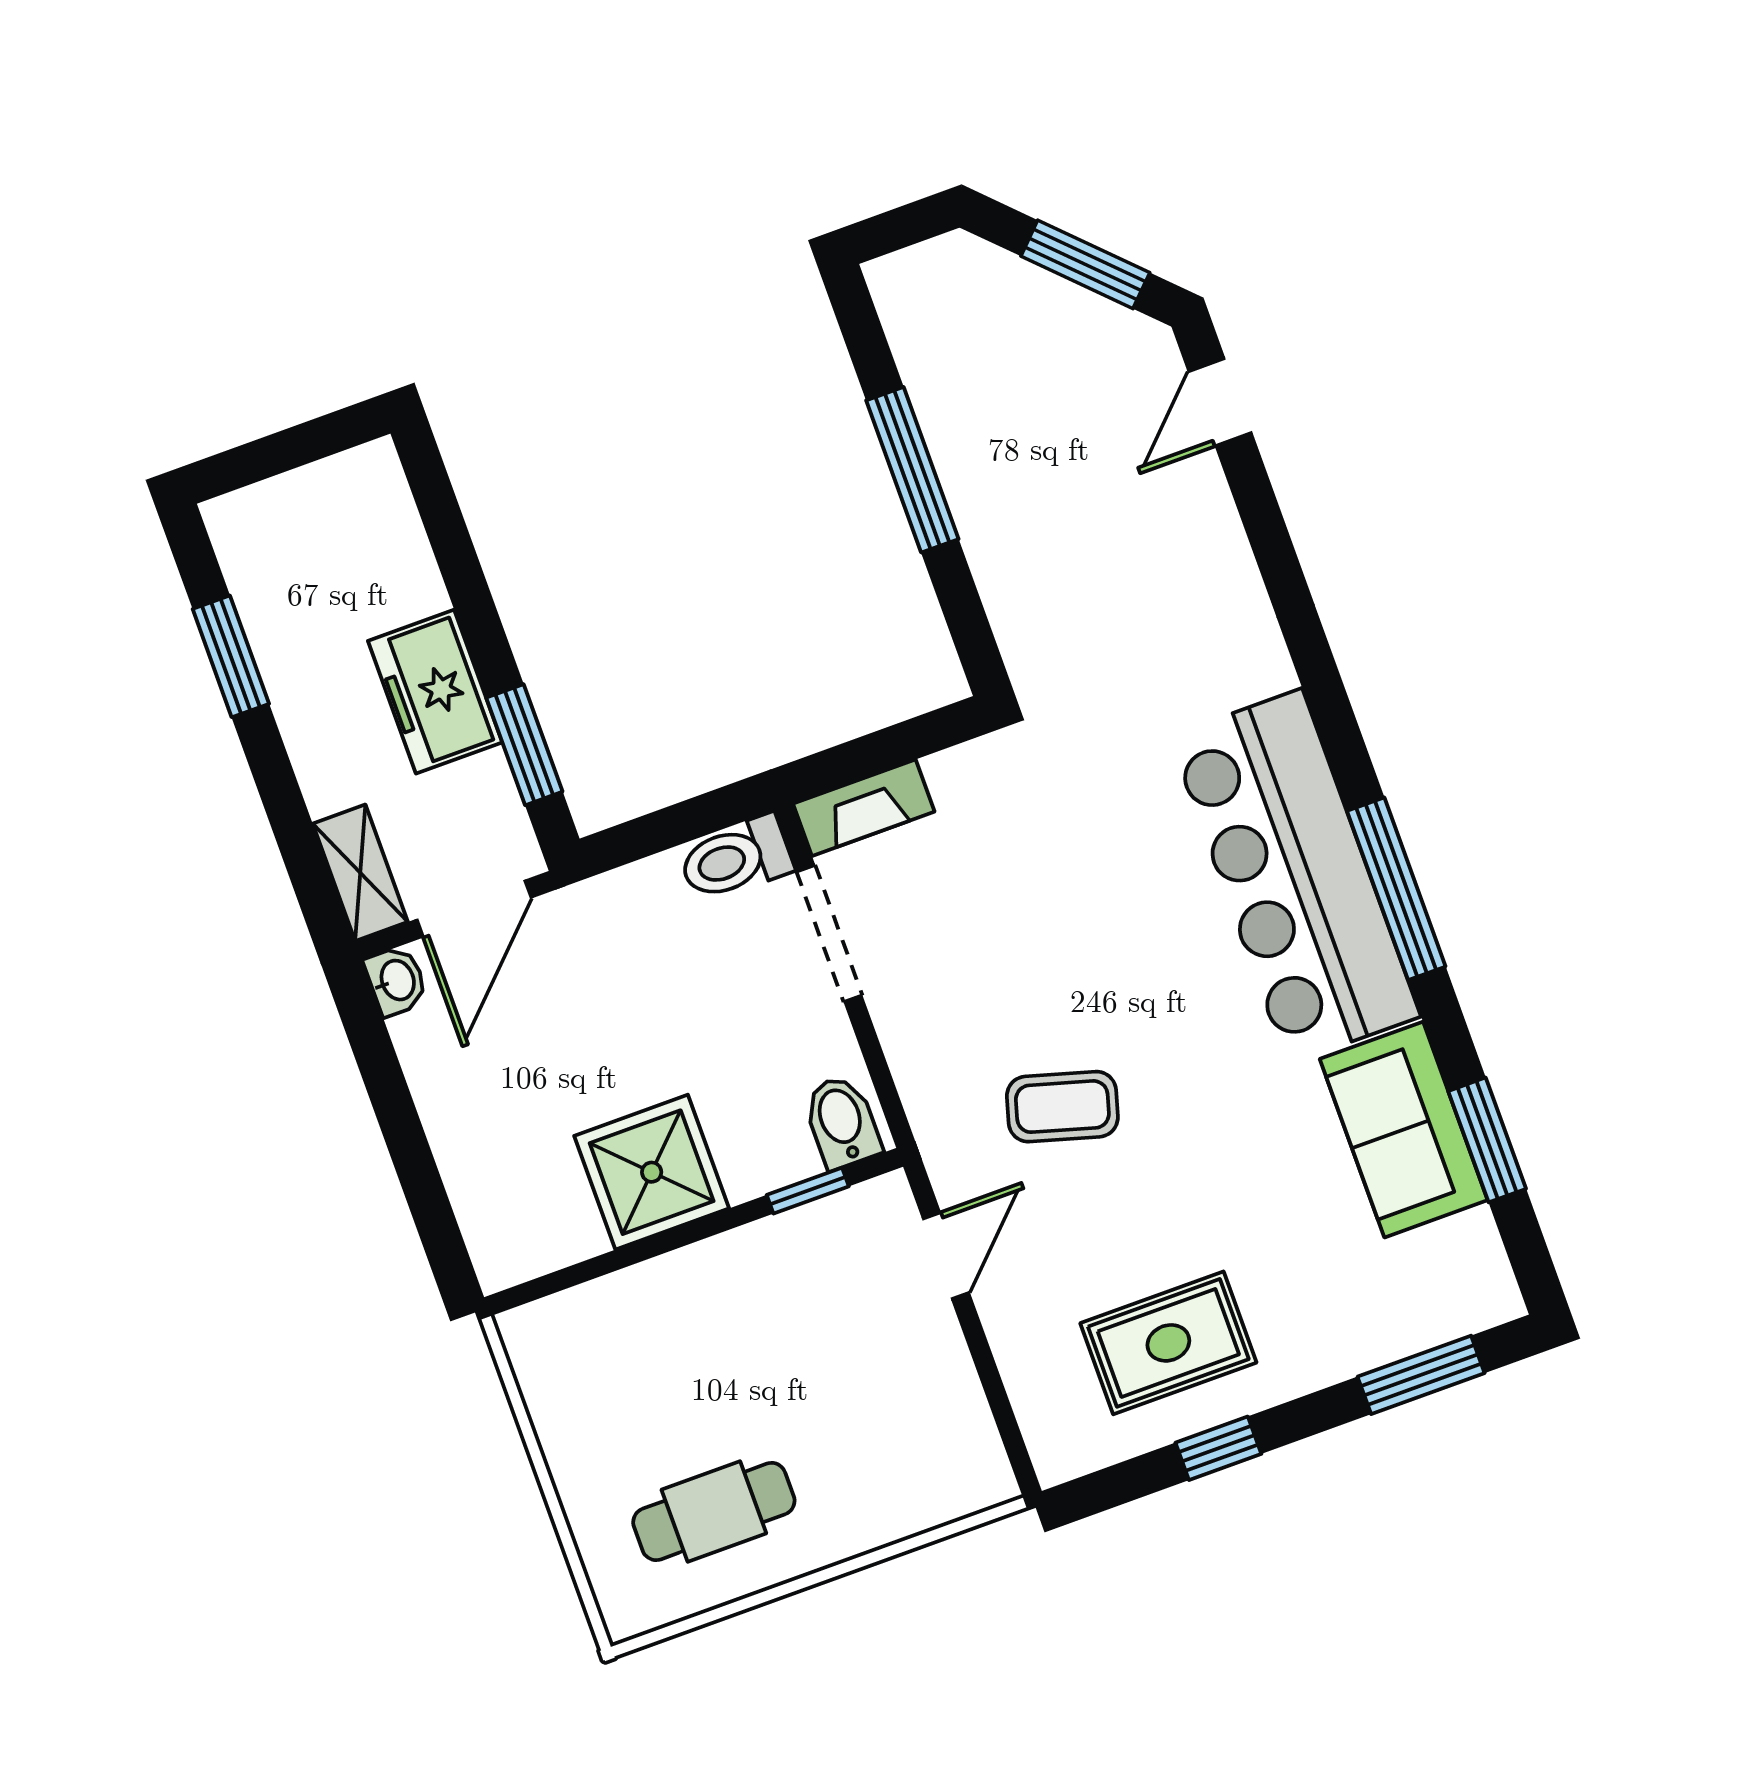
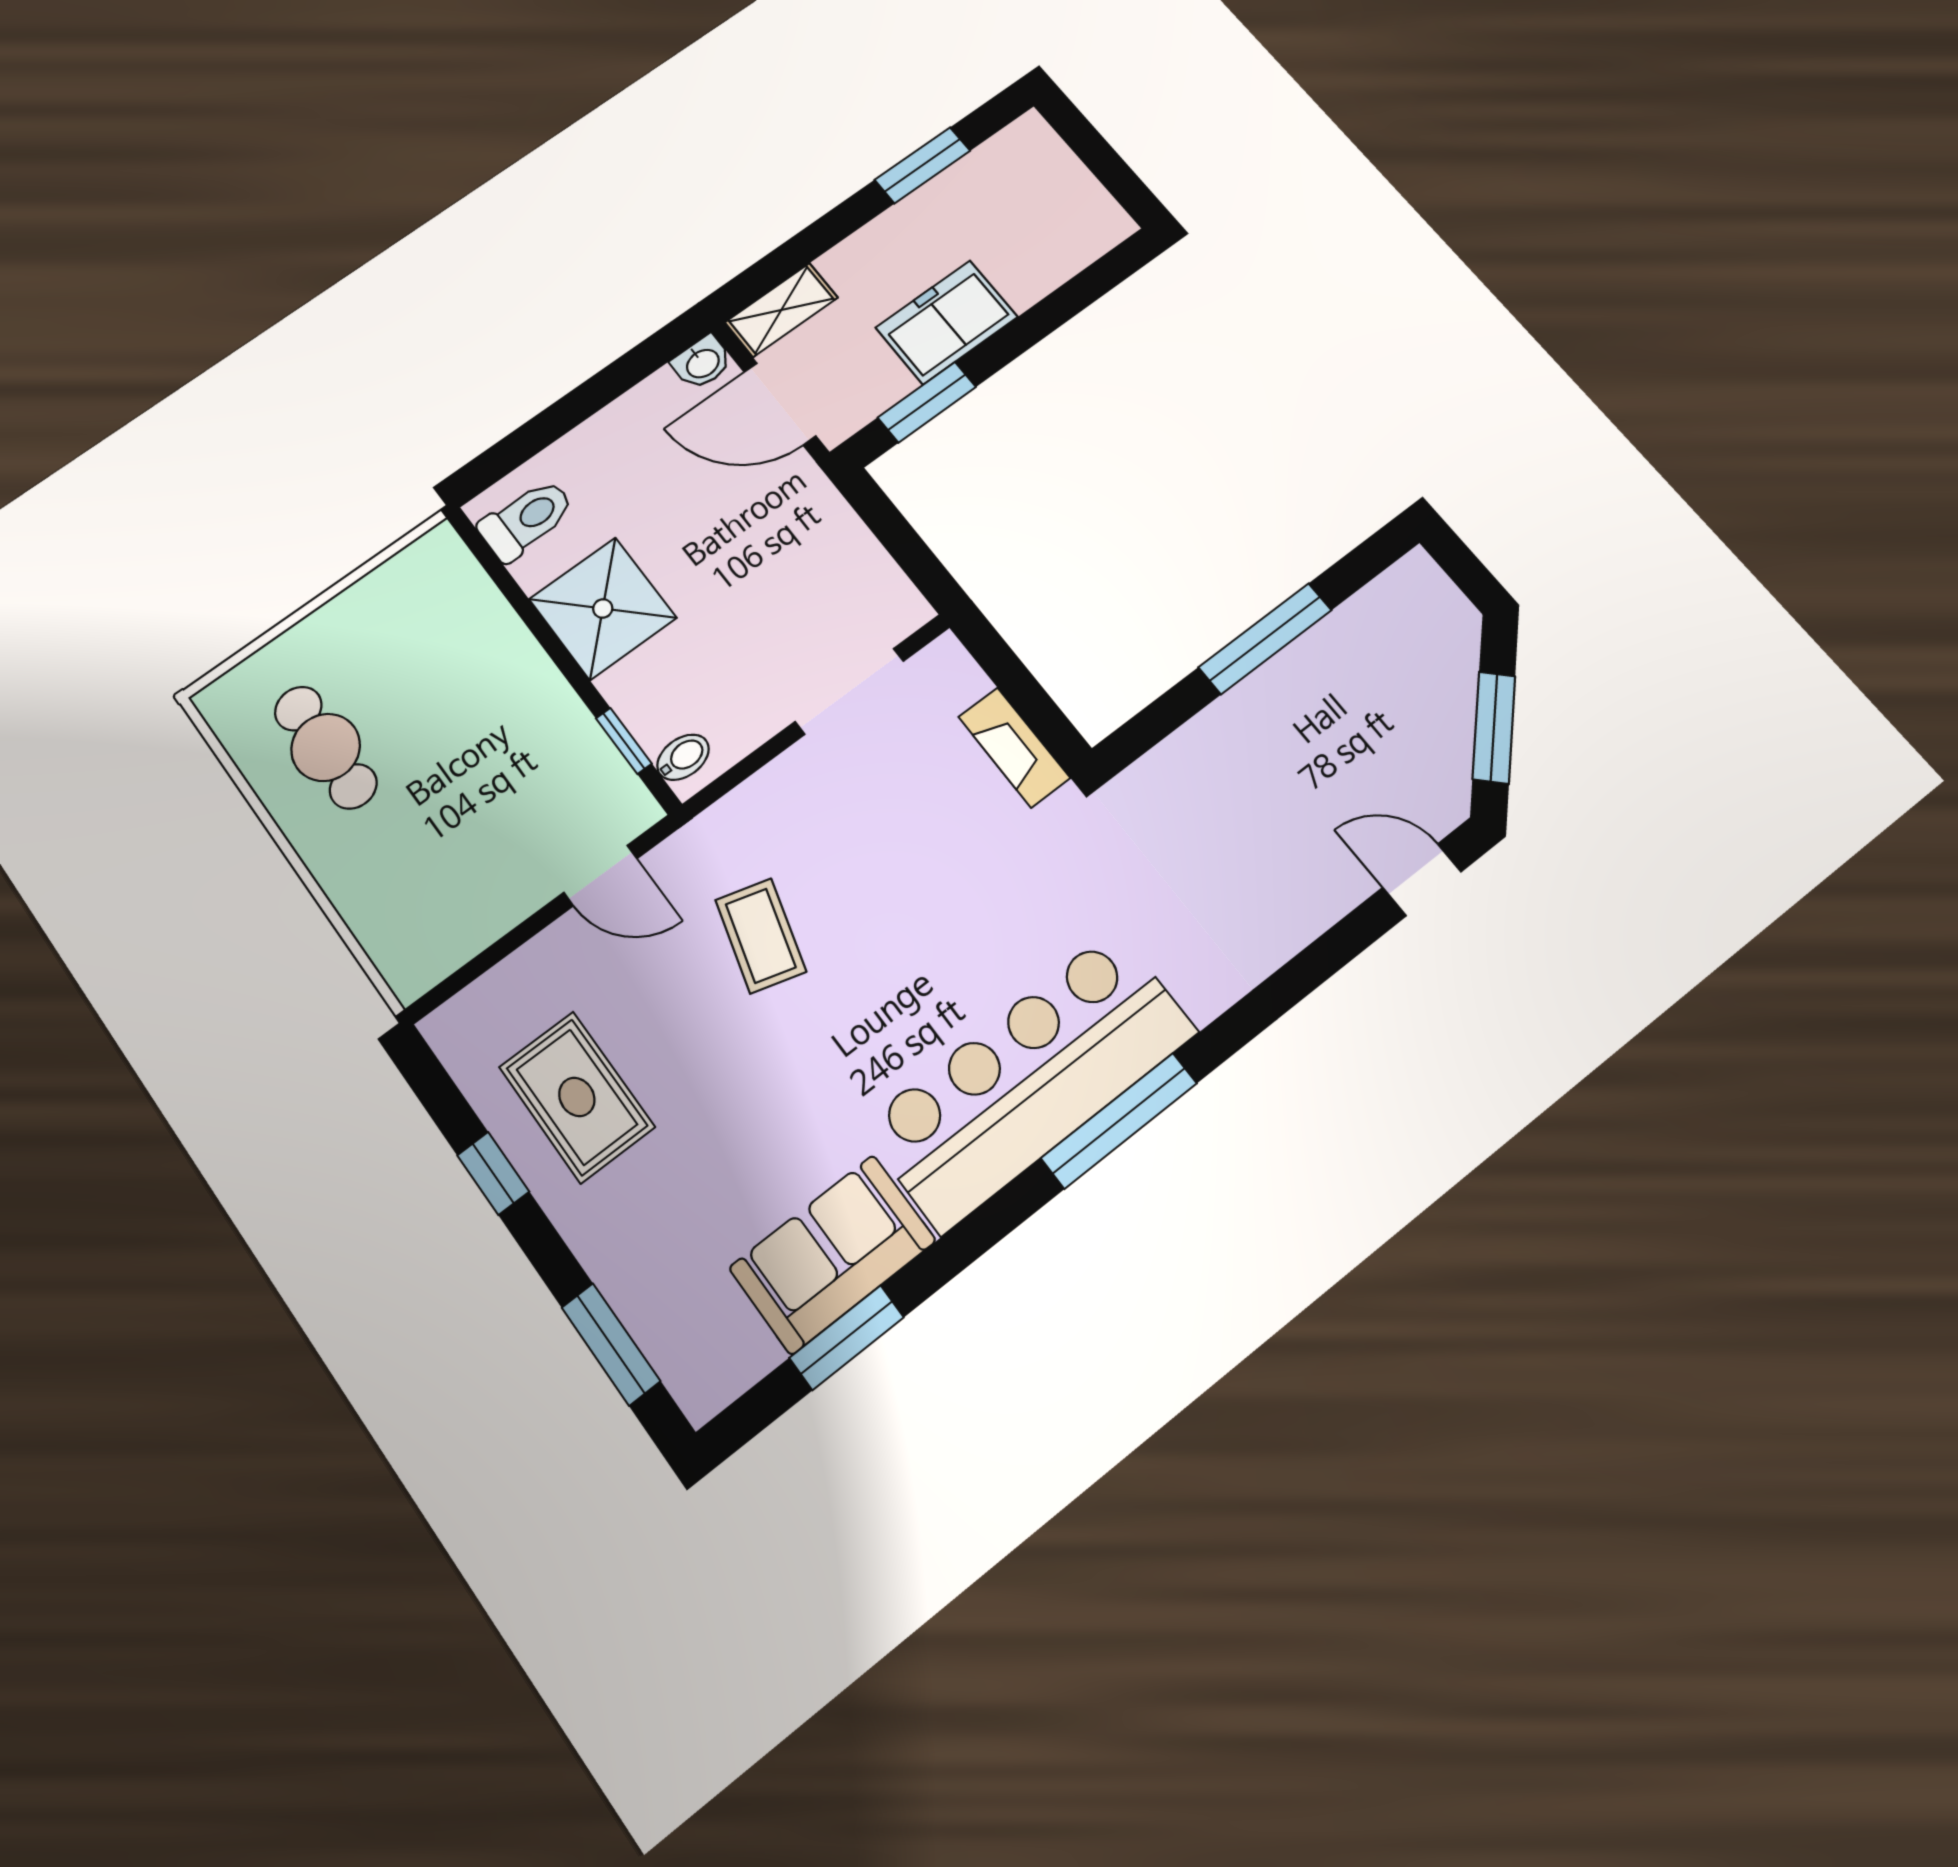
fireplace: (864, 808) -> (1014, 747), moved
toilet: (736, 859) -> (527, 520), moved, turned 90
window: (1396, 889) -> (1119, 1121), moved
bidet: (842, 1122) -> (683, 757), width x0.72, depth x0.74

